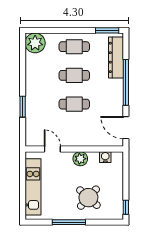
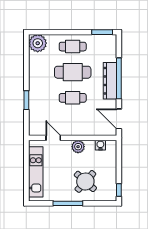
dresser: (116, 57) -> (110, 81), moved
cafe table: (74, 75) -> (73, 72), width x1.37, depth x1.35

